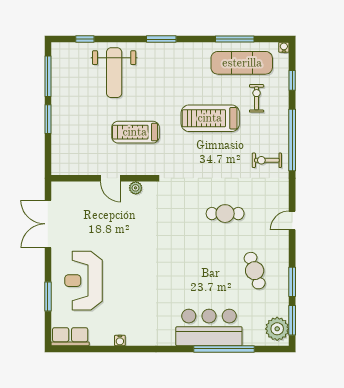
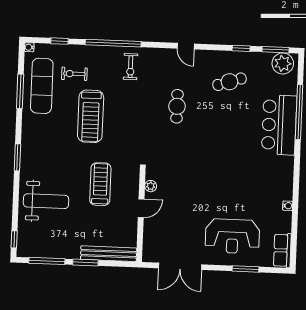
window: (85, 39) -> (14, 239), moved
treadmill: (135, 132) -> (100, 184), turned 180
bench: (59, 144) -> (109, 254), added
window: (292, 282) -> (241, 48), width x0.67

